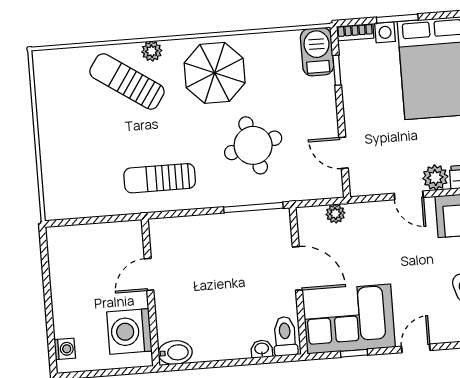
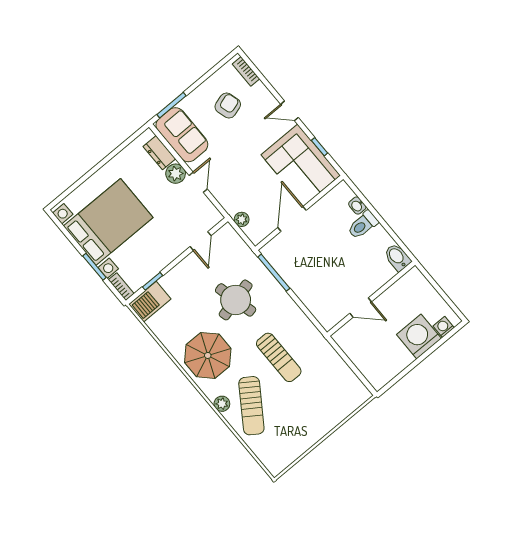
sun lounger: (160, 178) -> (279, 357), moved
washing machine: (129, 331) -> (419, 337), moved, turned 180
toilet: (285, 336) -> (363, 225), moved

